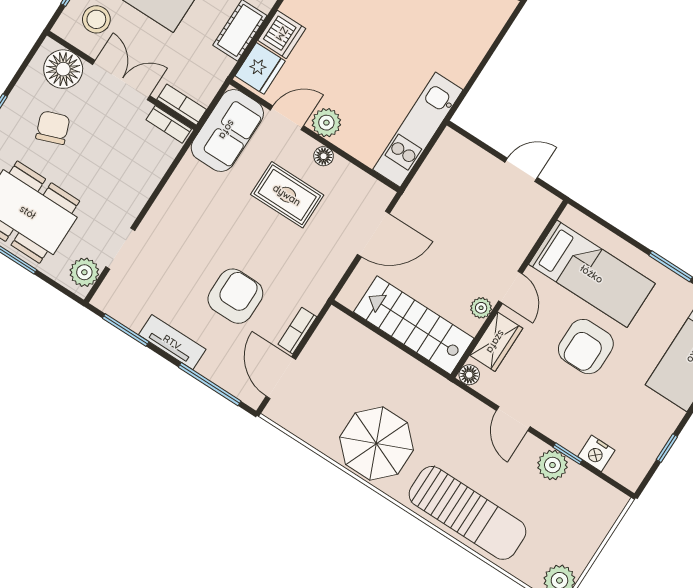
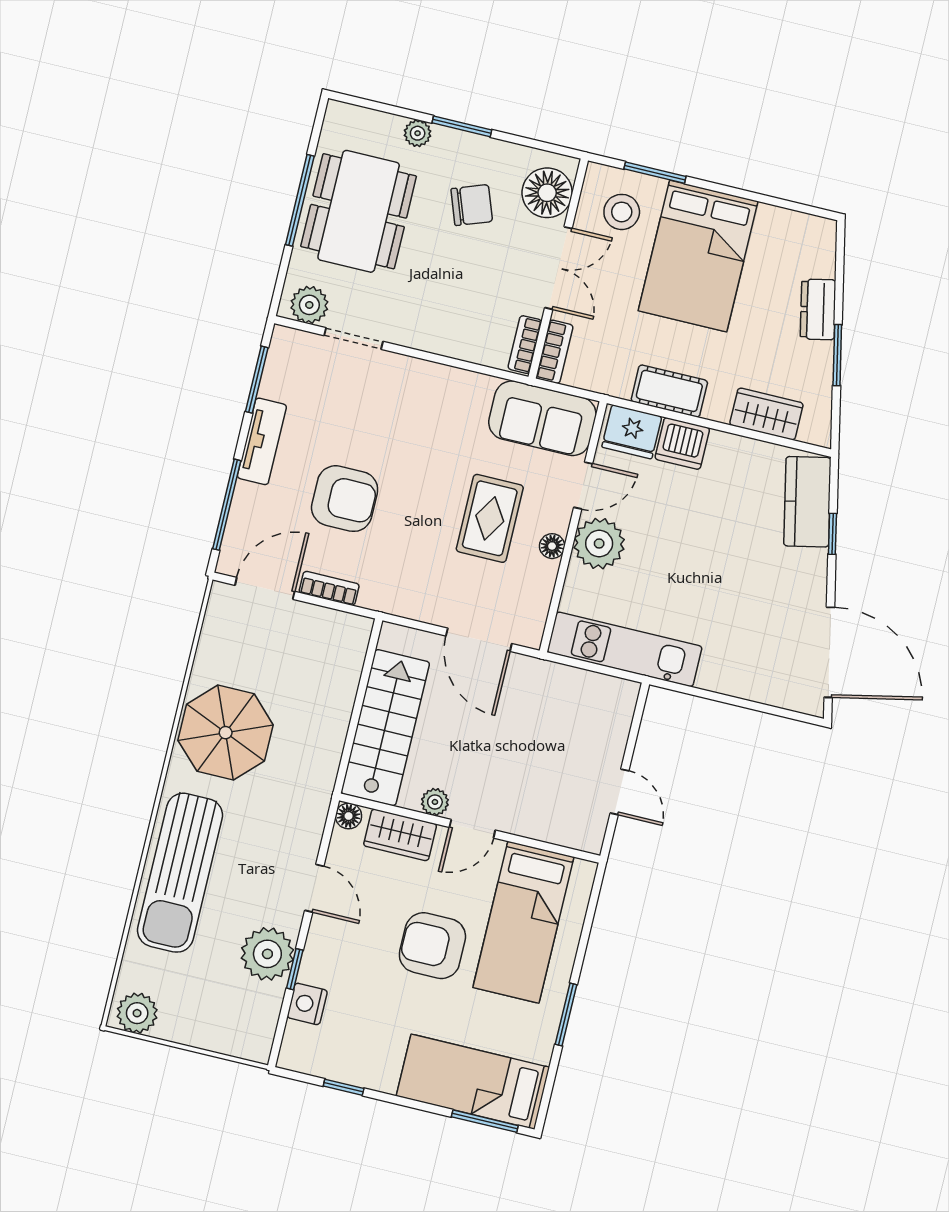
door: (287, 118) -> (583, 486), hinge flipped
plant: (326, 123) -> (599, 544), width x1.36, depth x1.36
door: (513, 419) -> (314, 888), swing flipped
plant: (553, 465) -> (267, 954), width x1.36, depth x1.36

